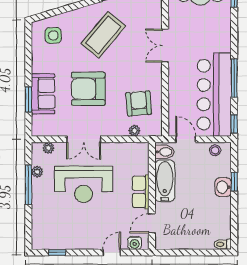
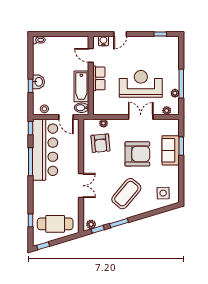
door: (152, 223) -> (91, 55), swing flipped

